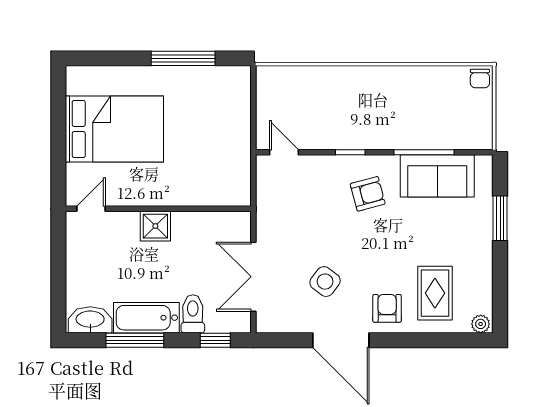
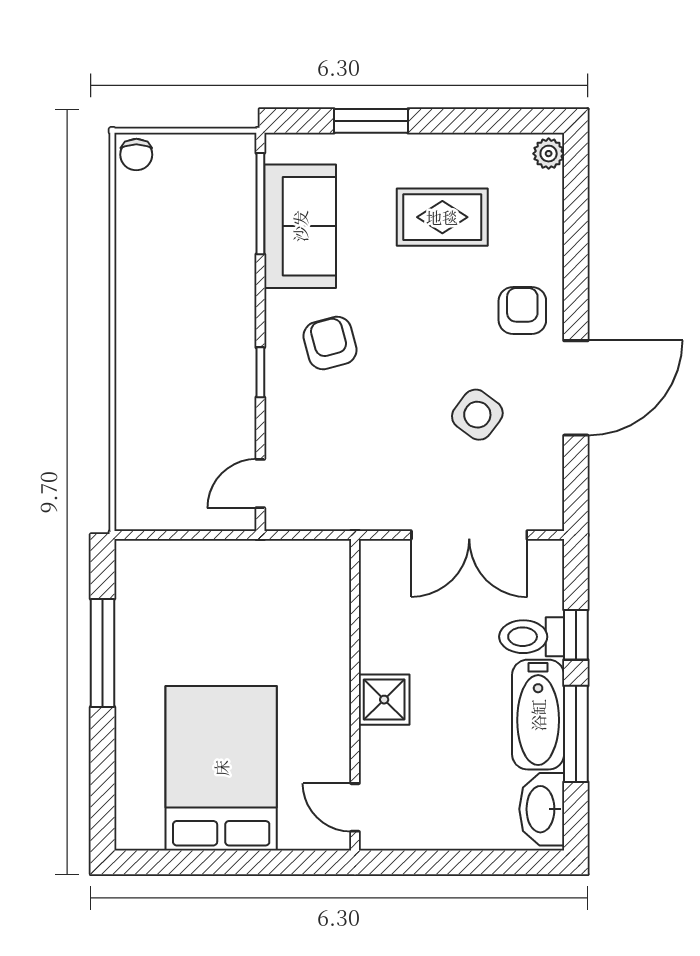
chair: (480, 78) -> (136, 155), turned 90
window: (424, 152) -> (260, 204), moved
rug: (435, 293) -> (442, 217), moved
armchair: (387, 308) -> (522, 311), turned 90
window: (215, 340) -> (576, 635), moved

